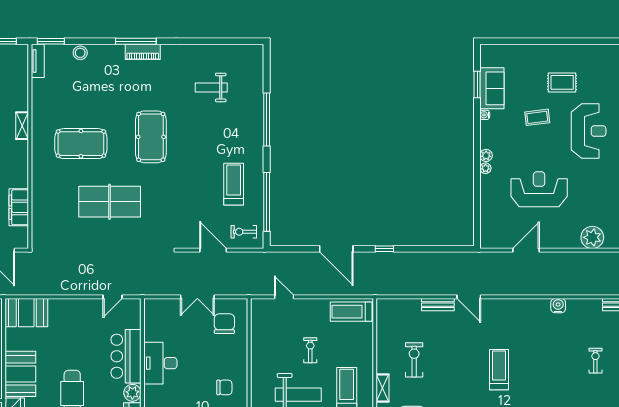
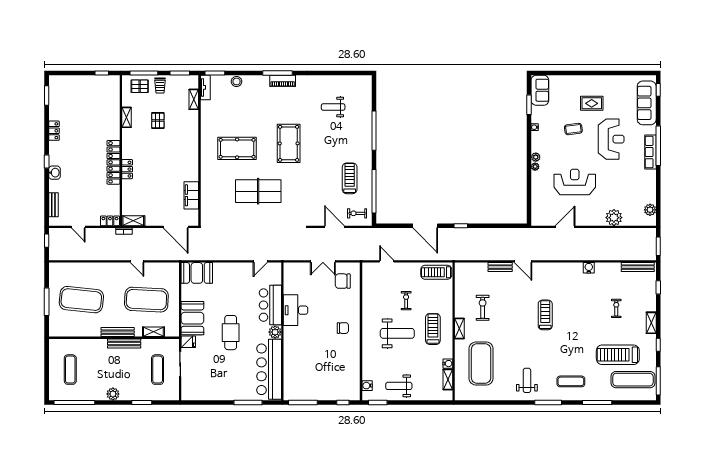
sofa: (492, 88) -> (540, 90), moved
shelving: (22, 126) -> (194, 99), moved
chair: (224, 324) -> (343, 281), turned -90

